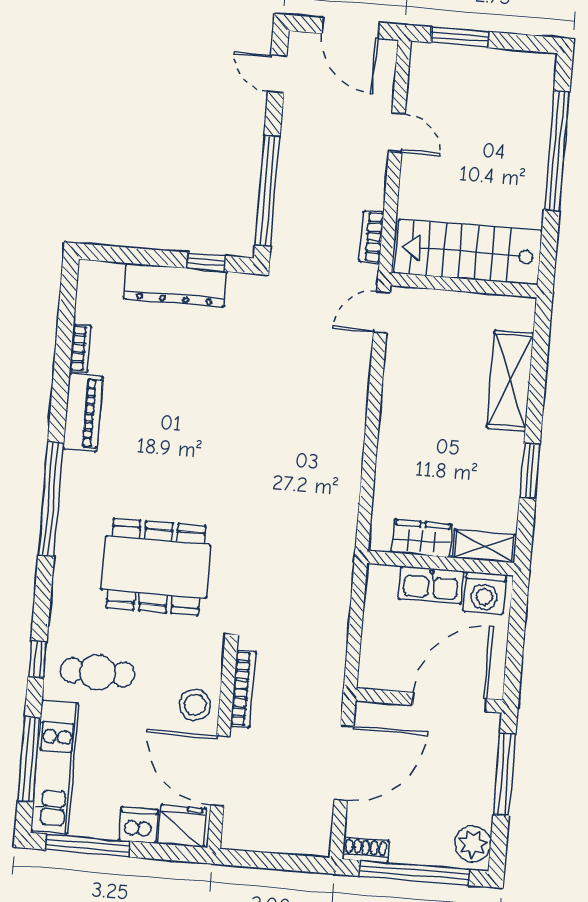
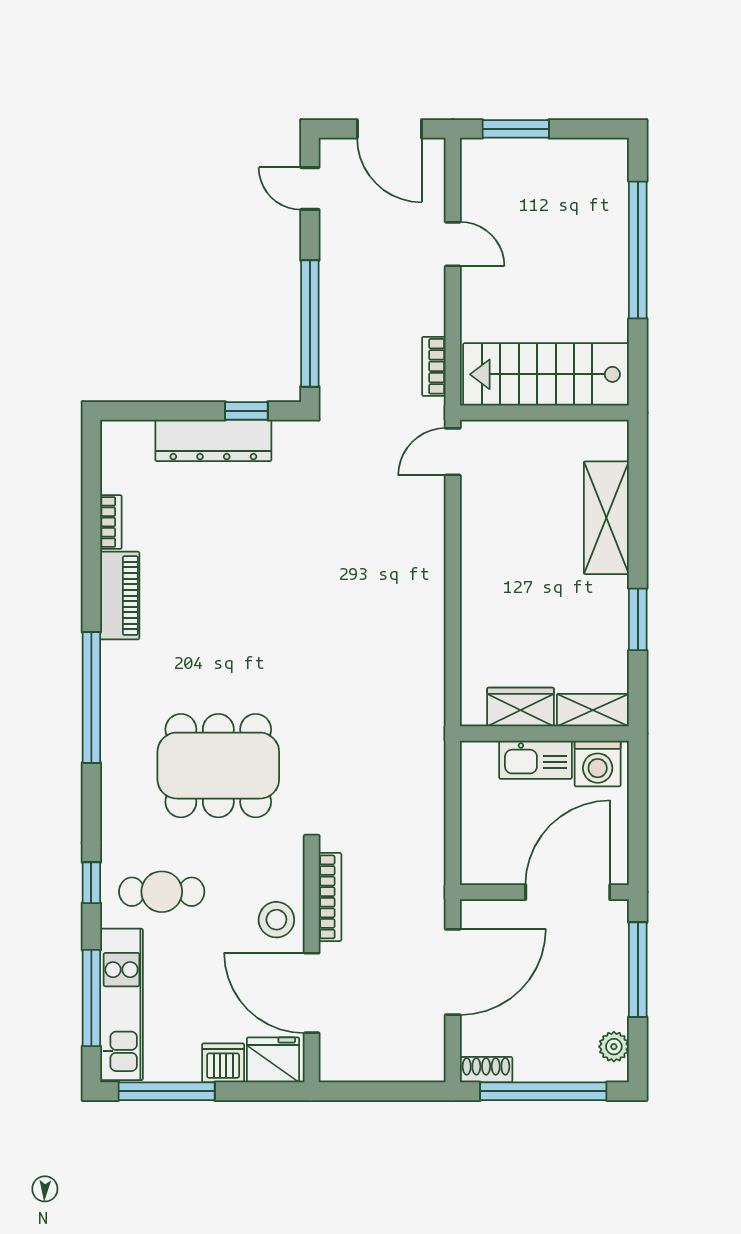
plant: (473, 844) -> (614, 1047), width x0.73, depth x0.73

